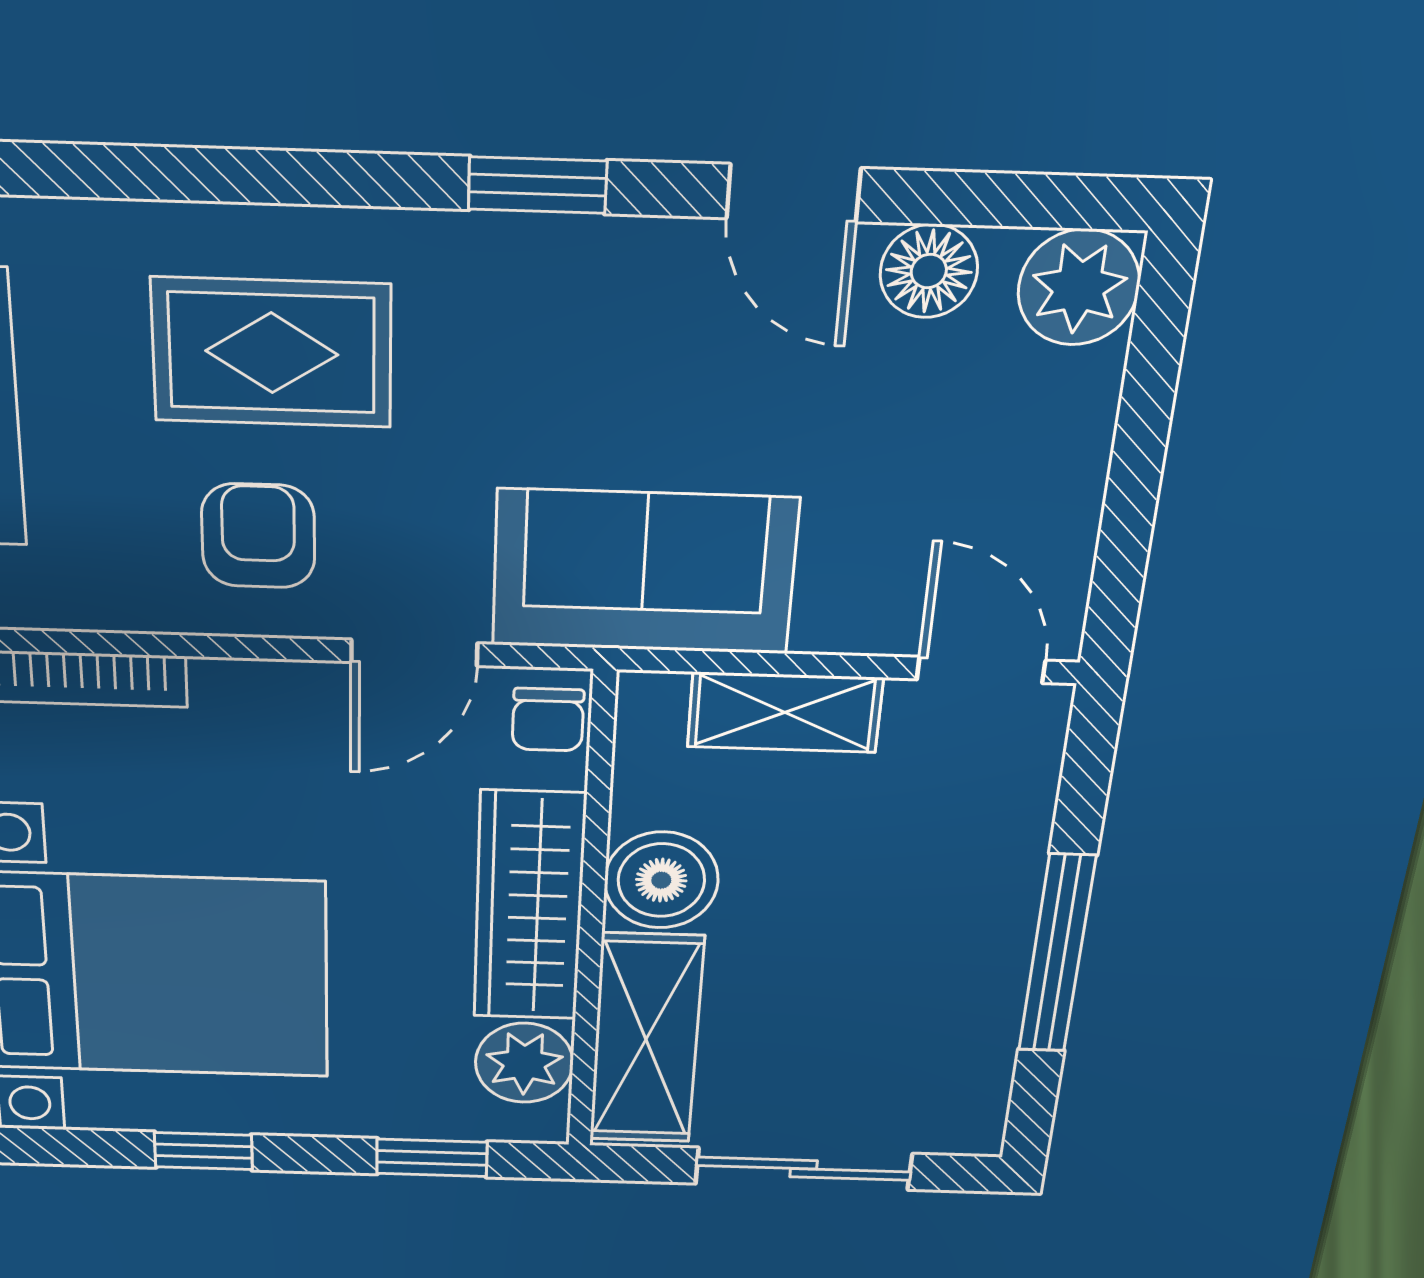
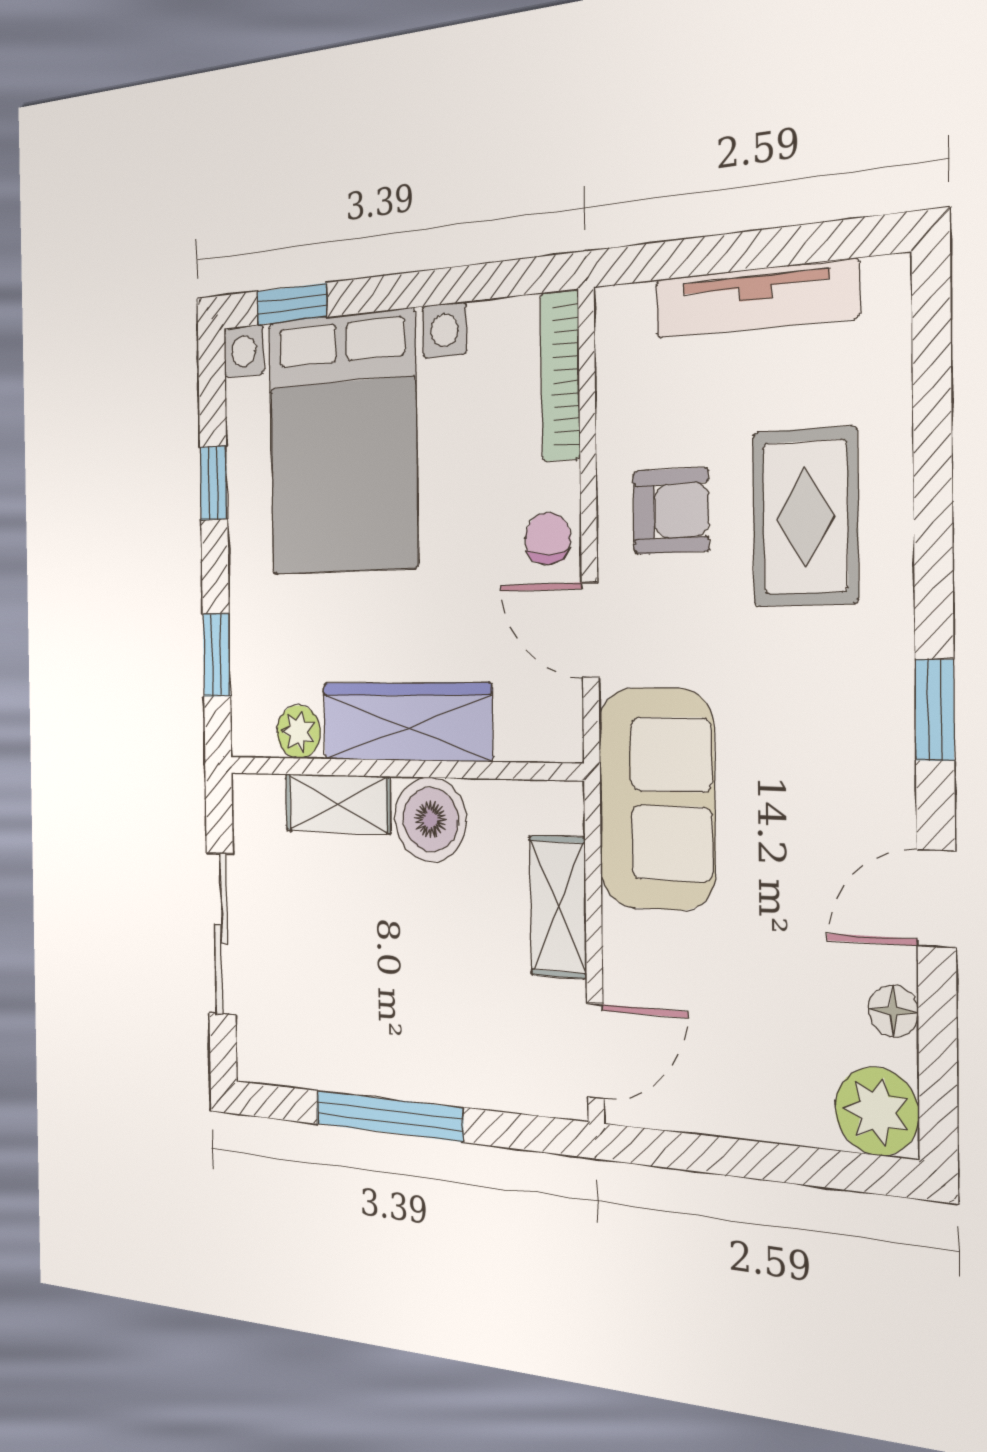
floor lamp: (929, 271) -> (893, 1011), width x0.73, depth x0.73
chair: (548, 720) -> (548, 539), moved, turned 90
shelving: (646, 1039) -> (338, 804), width x0.67, depth x0.75
plant: (524, 1063) -> (299, 732), width x0.73, depth x0.73

